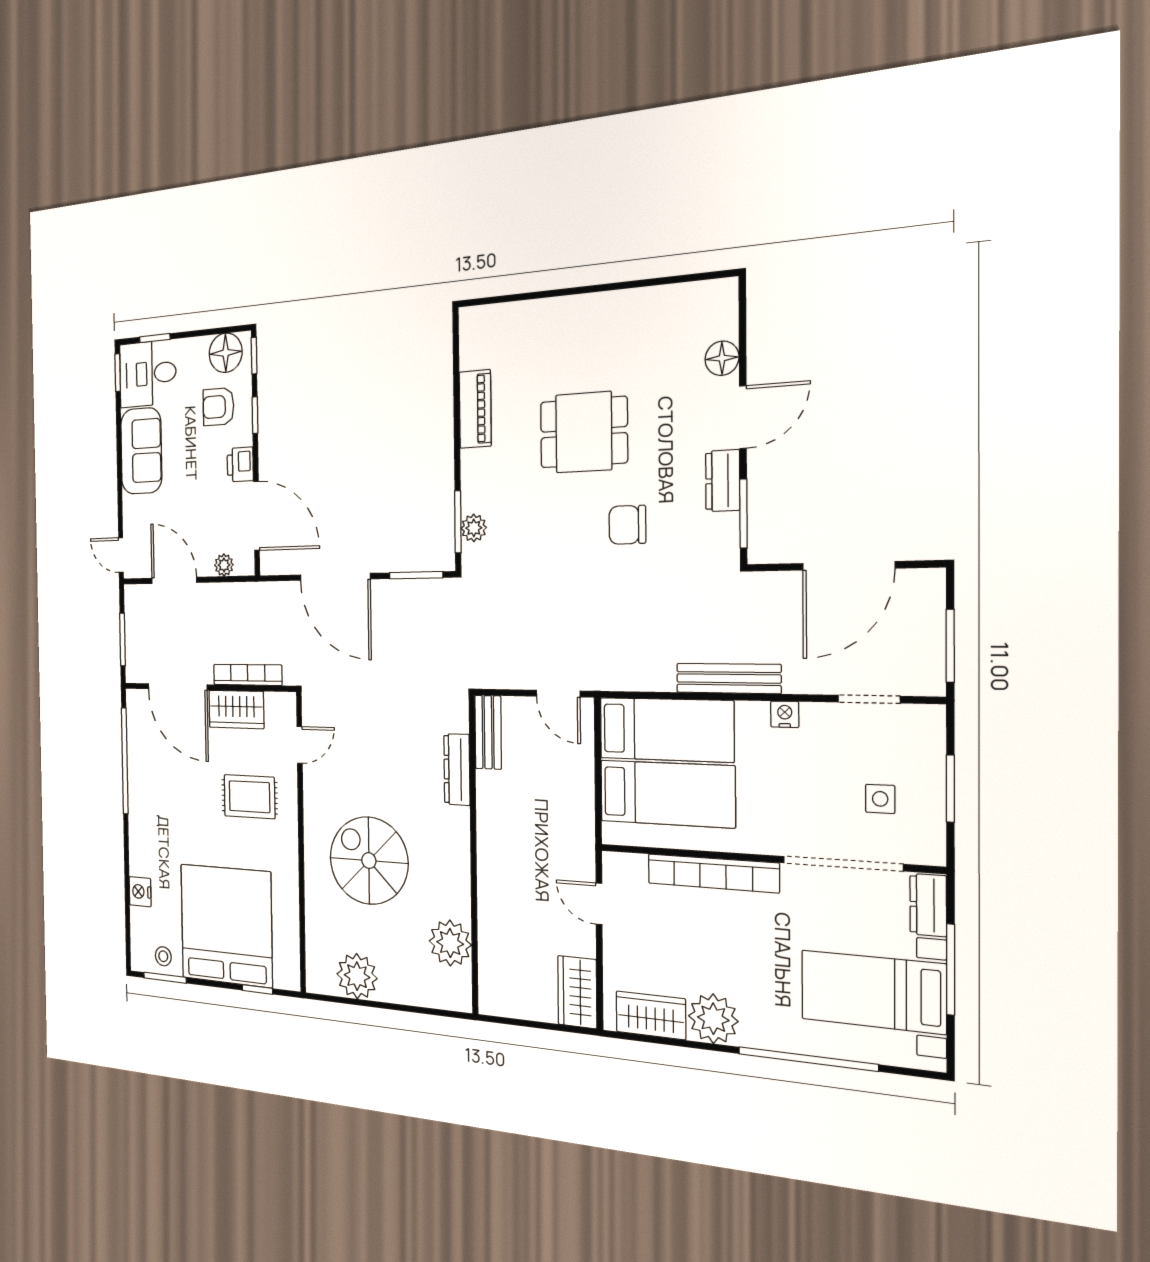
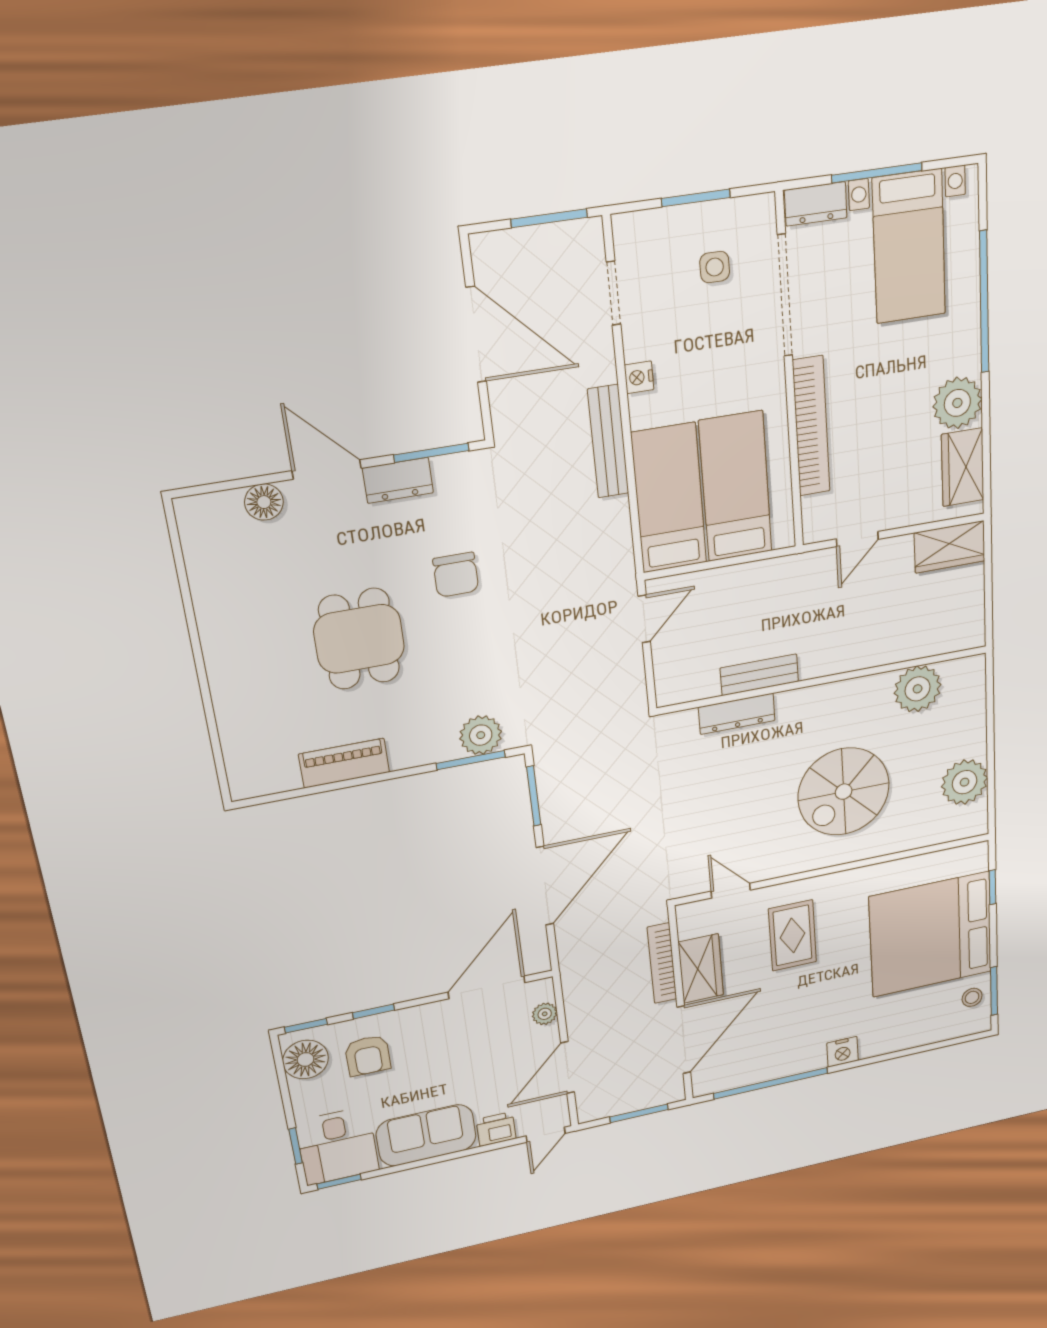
printer: (240, 464) -> (496, 1129), moved, turned 180
plant: (474, 528) -> (481, 735), width x1.38, depth x1.38
bench: (488, 732) -> (759, 675), moved
nightstand: (140, 892) -> (843, 1052), moved

